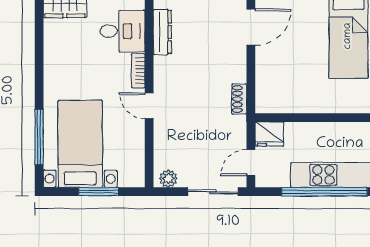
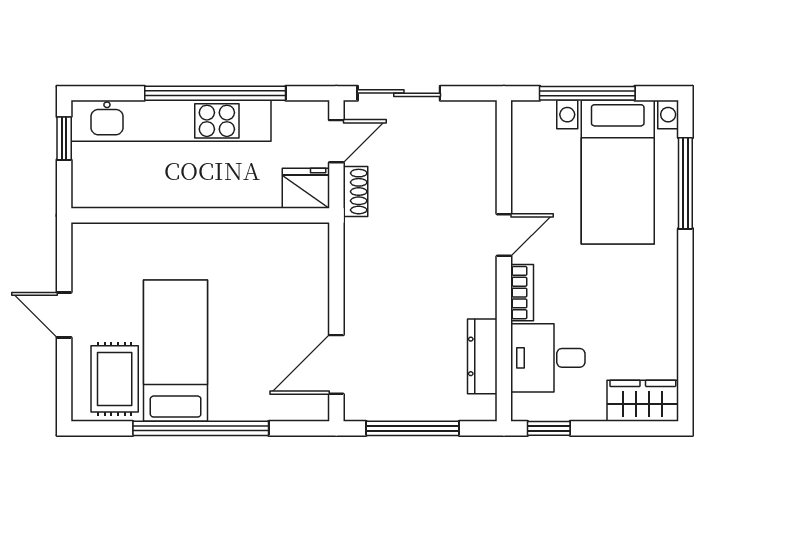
shoe rack: (239, 99) -> (356, 192), moved
door: (149, 106) -> (504, 235), hinge flipped
plant: (168, 179) -> (472, 115), removed
window: (99, 192) -> (587, 93), width x1.44

